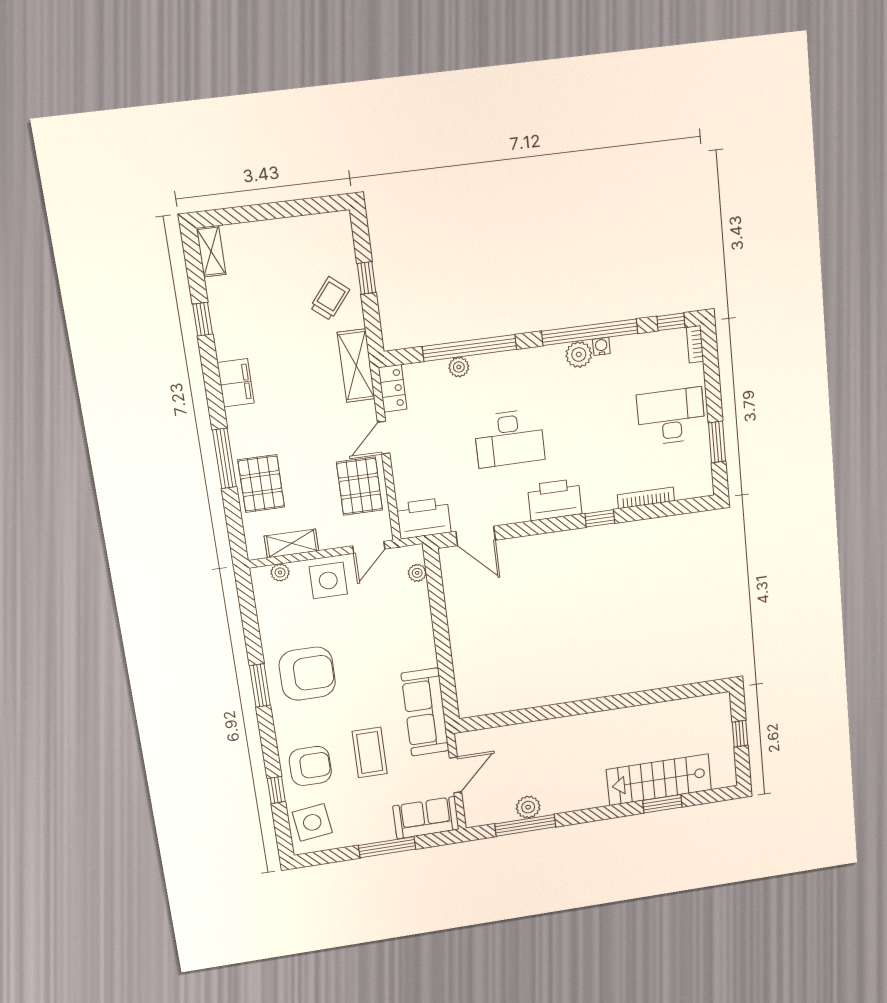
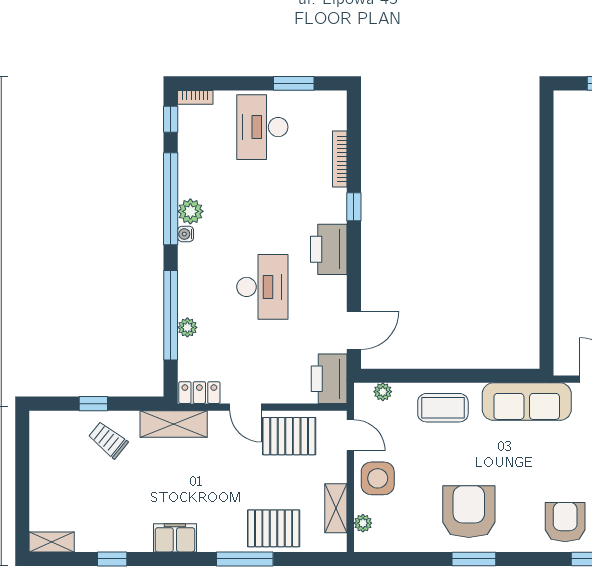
water cooler: (601, 346) -> (186, 234), moved
coffee table: (370, 752) -> (443, 408), moved

